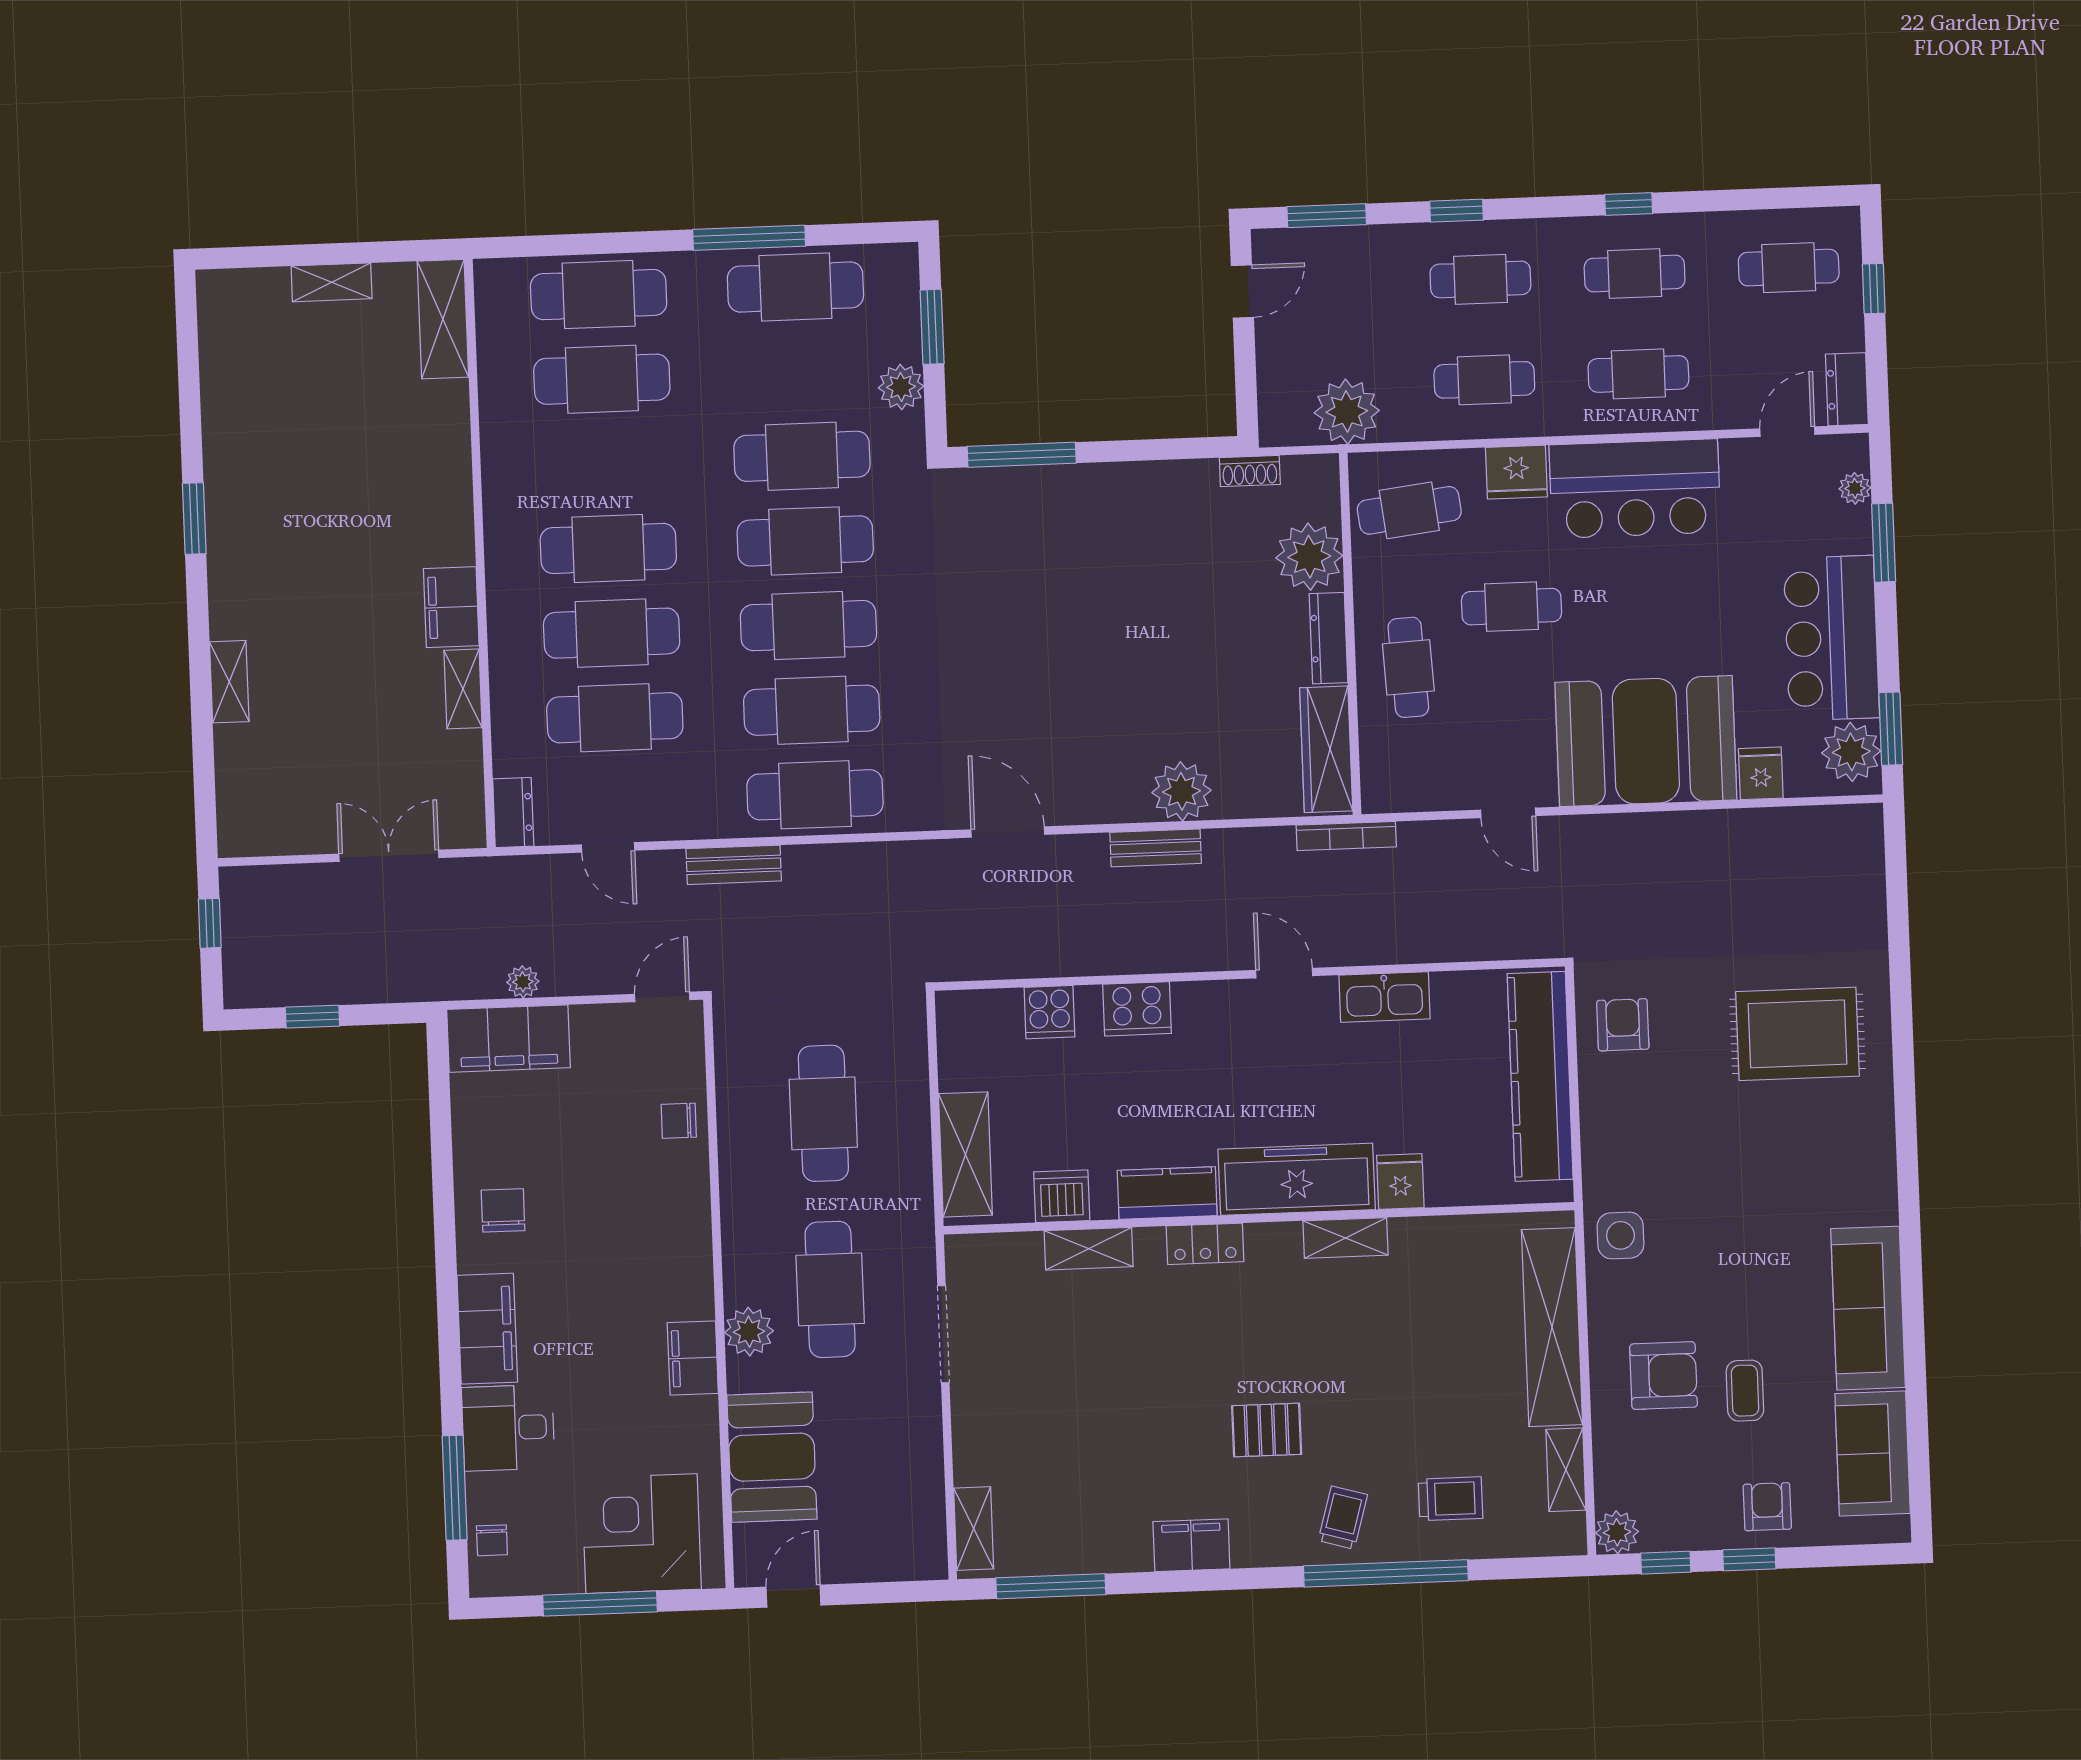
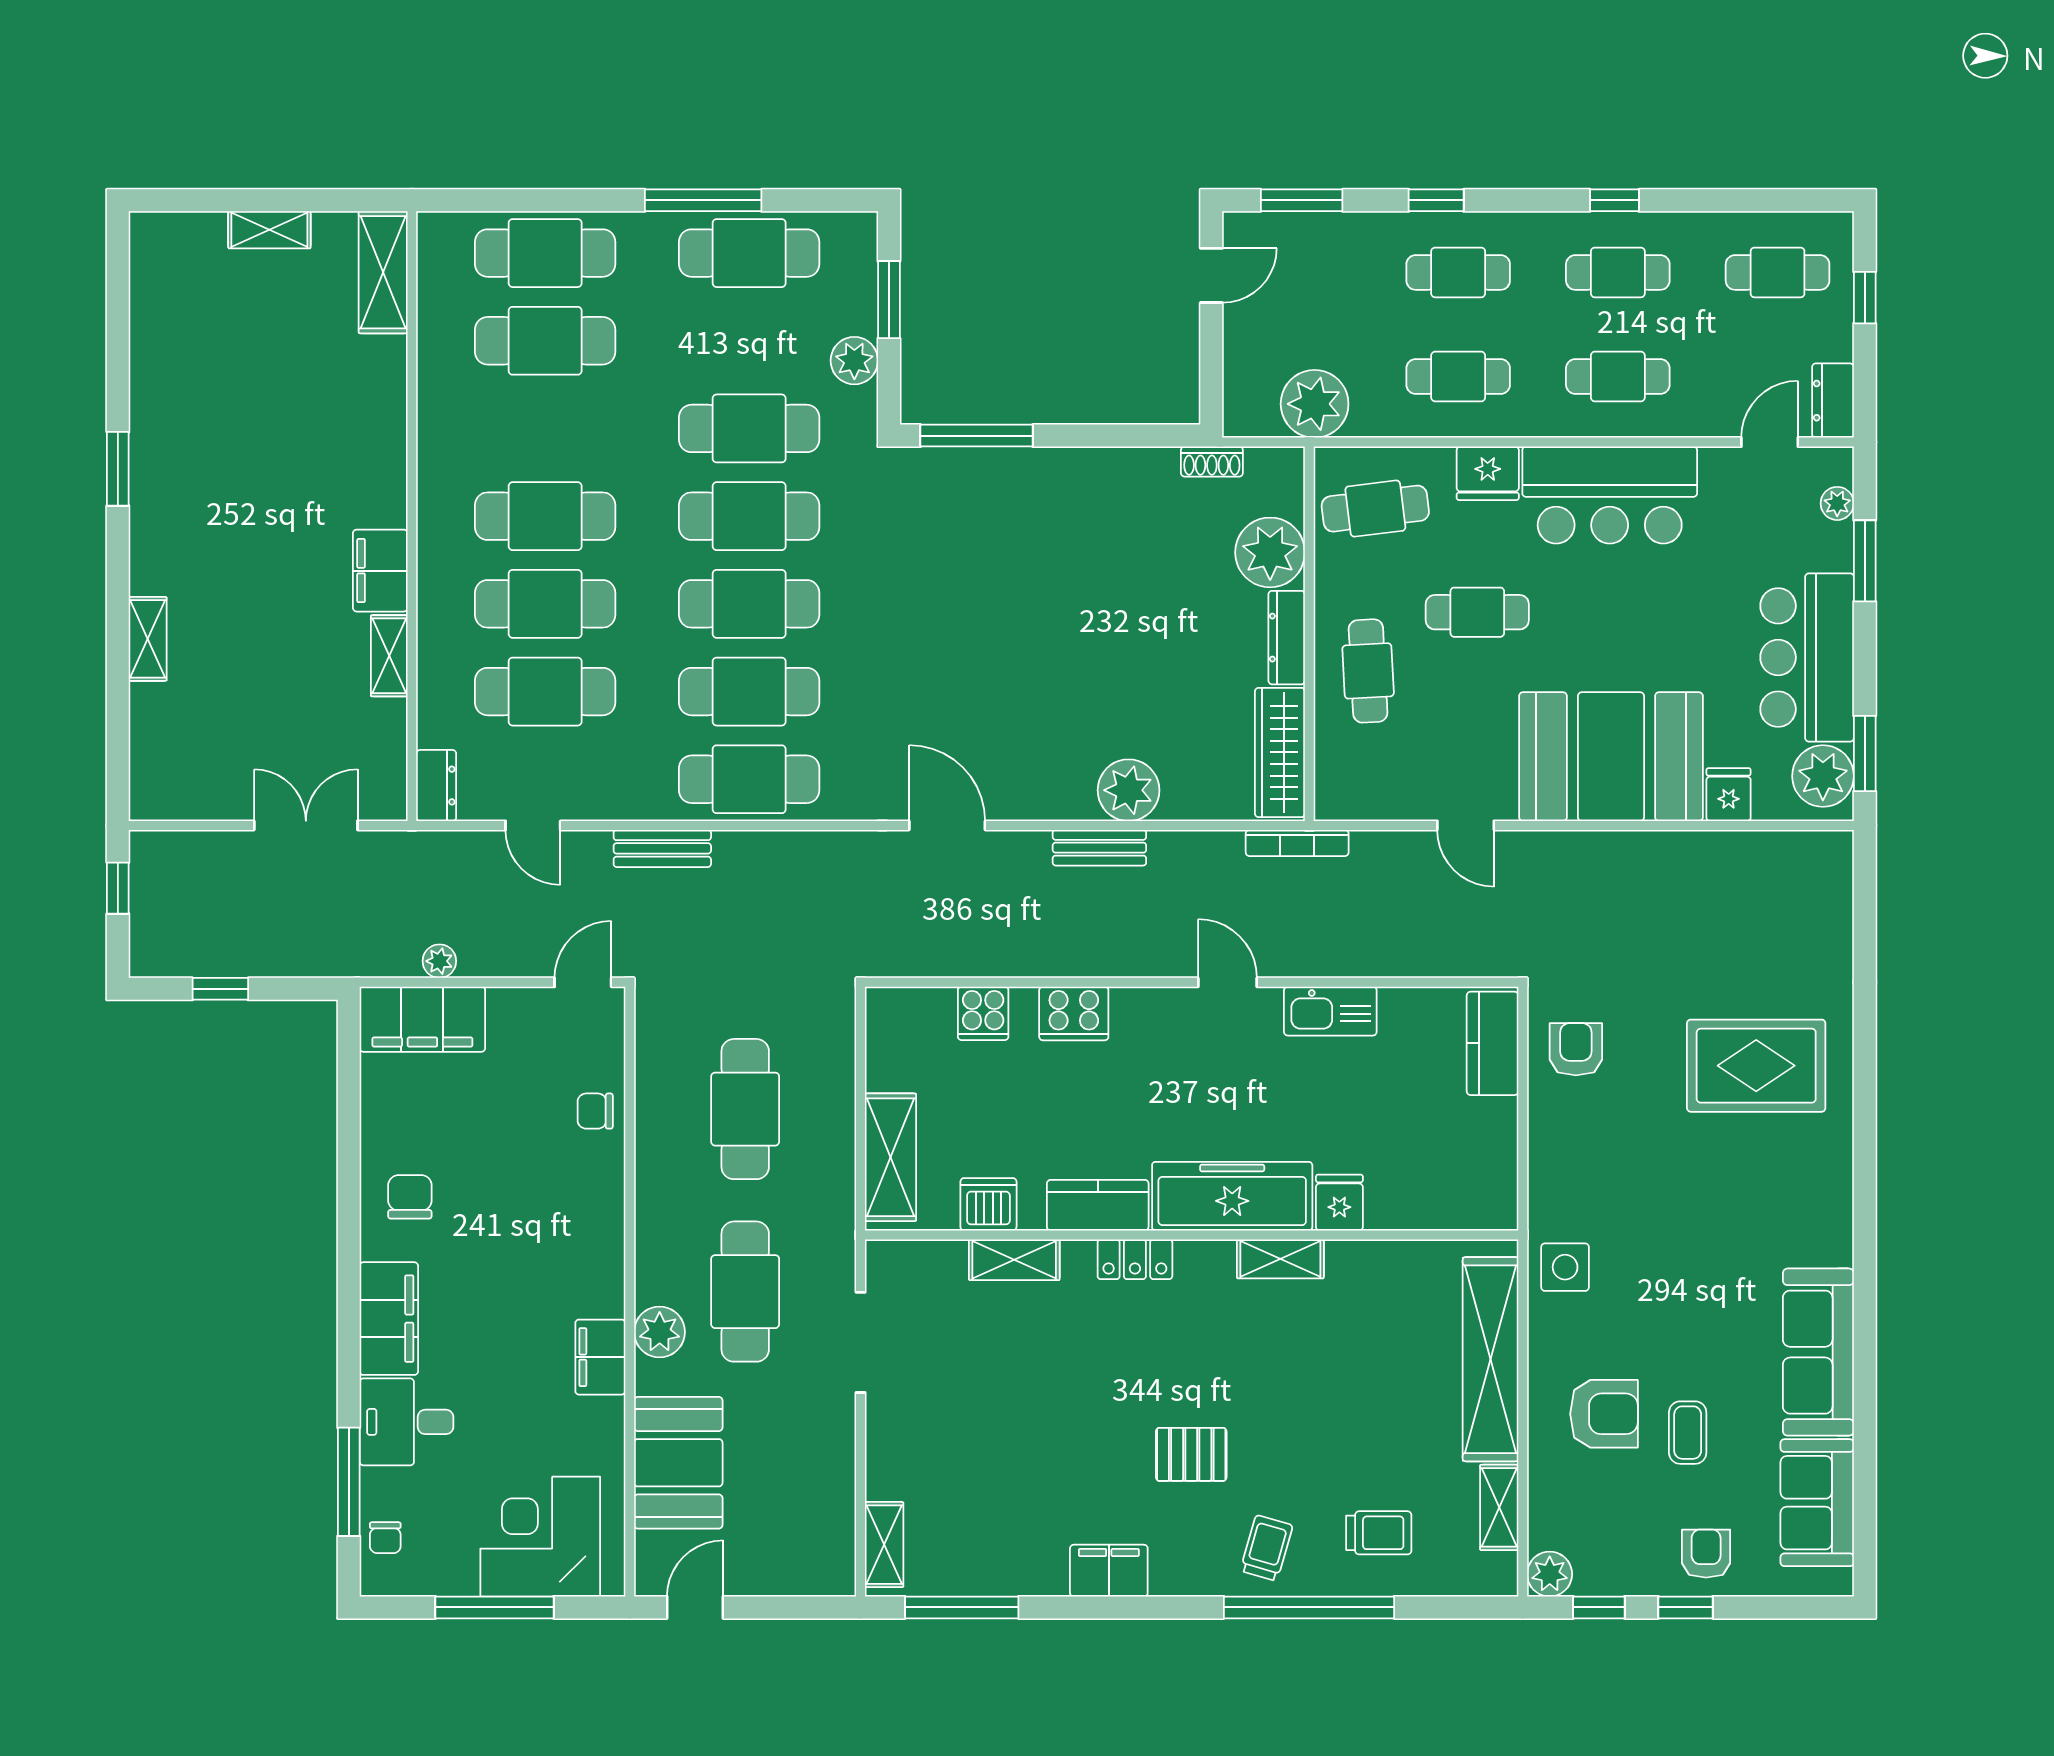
kitchen counter: (1540, 1076) -> (1493, 1043), width x0.48, depth x0.86

